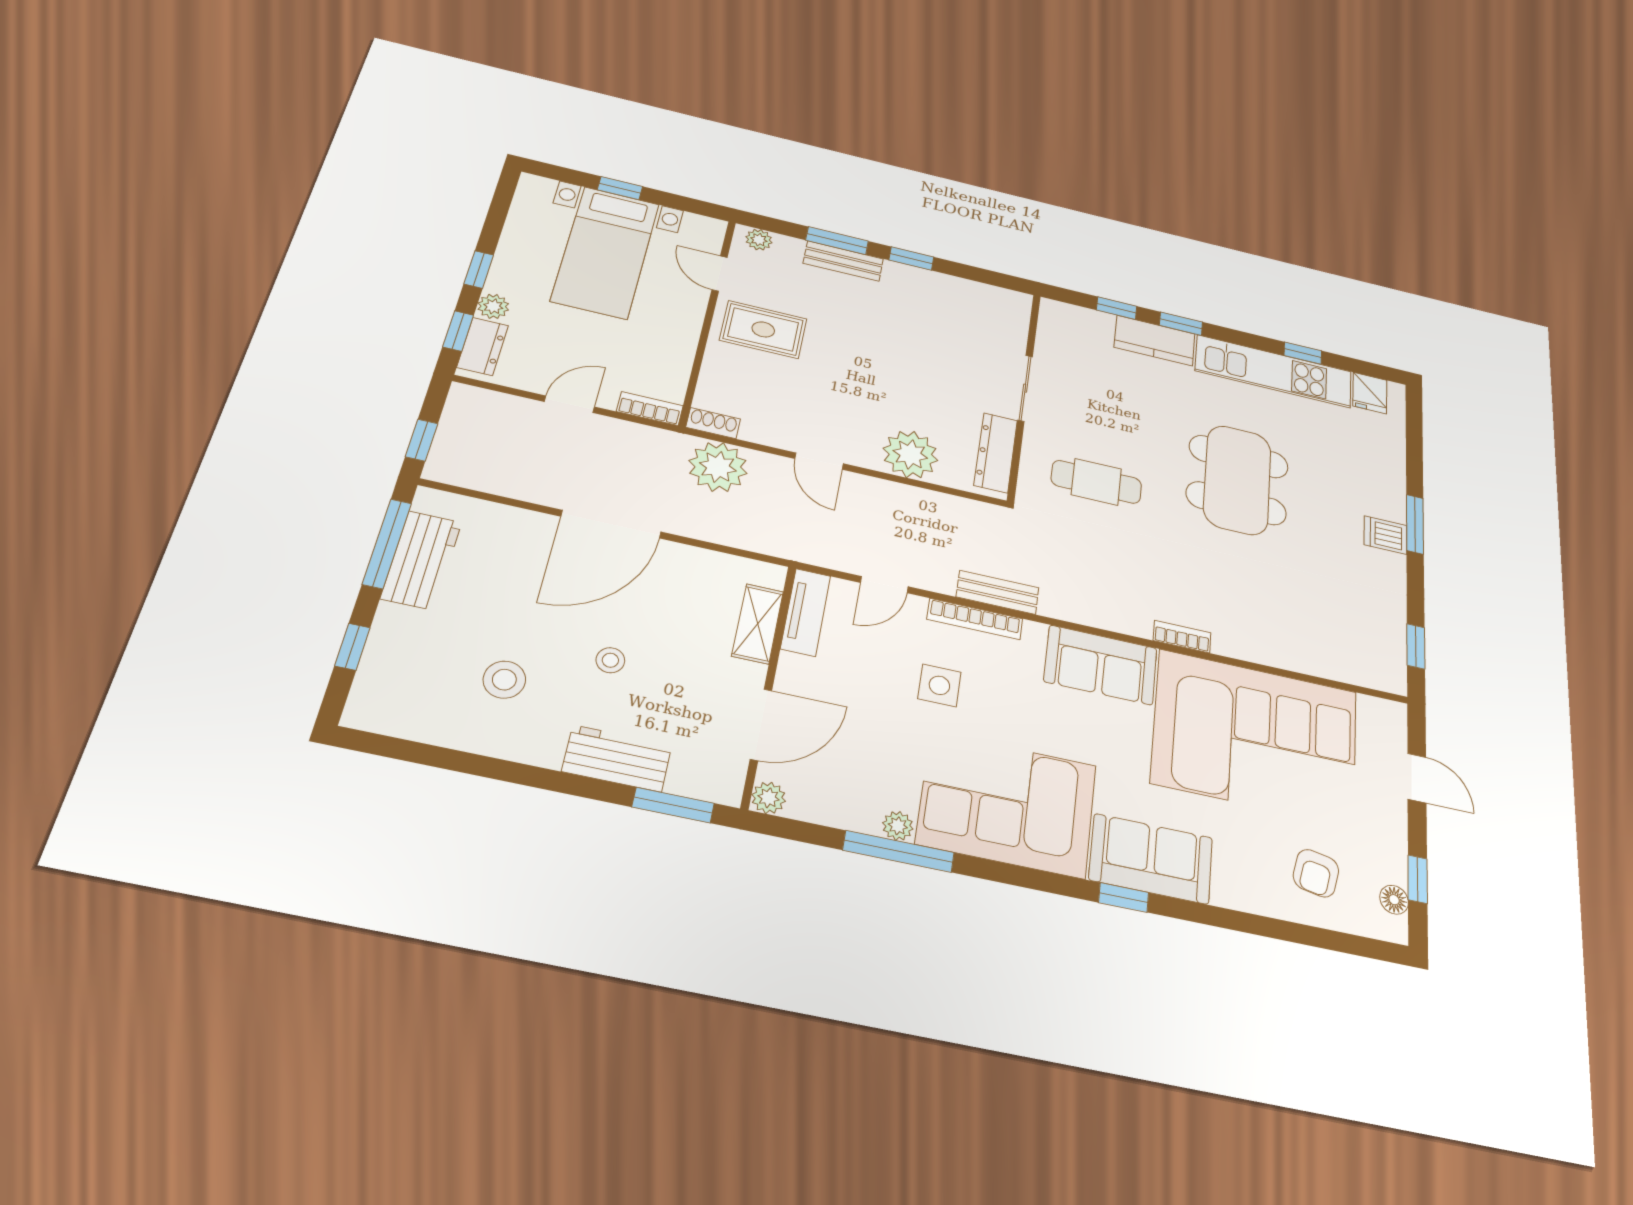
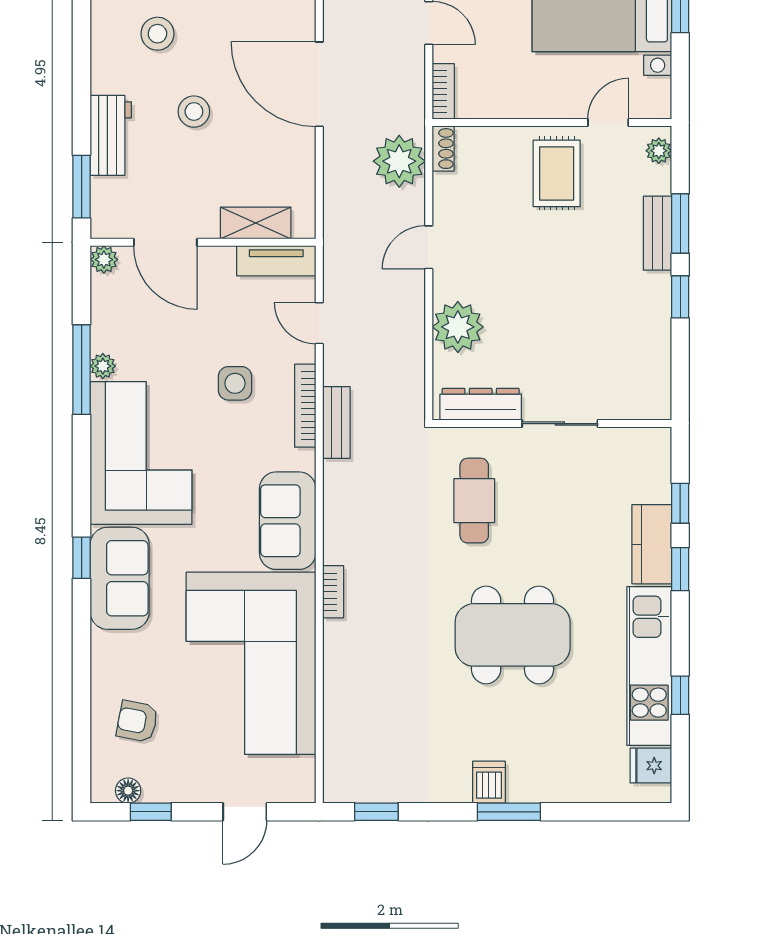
stool: (610, 660) -> (194, 112), width x1.37, depth x1.37

